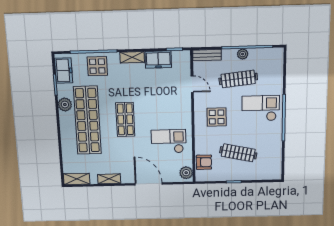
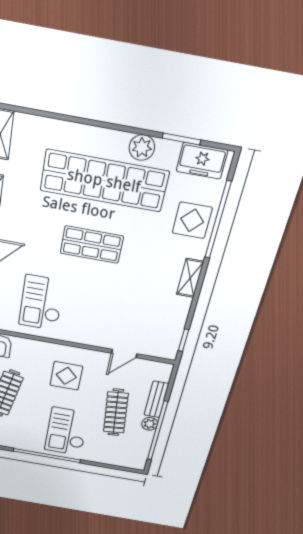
bench: (207, 55) -> (156, 399), moved
freezer: (158, 59) -> (175, 315), removed
checkout: (261, 108) -> (67, 432), turned 180
checkout: (169, 141) -> (41, 303), turned 180

